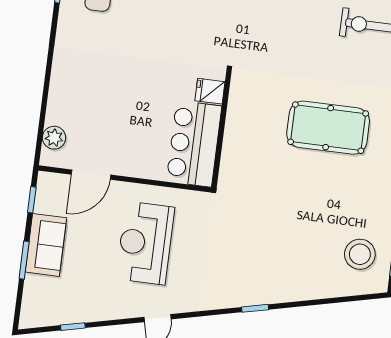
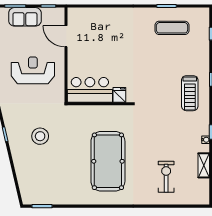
pool table: (328, 128) -> (108, 161), width x1.36, depth x1.32
plant: (54, 138) -> (83, 14), removed
stool: (360, 254) -> (40, 136), moved

